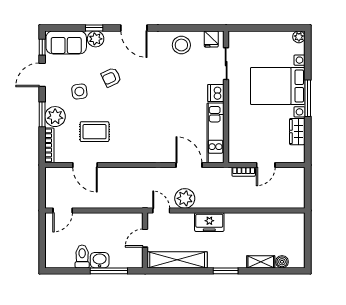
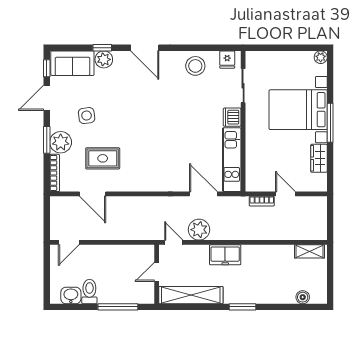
armchair: (111, 77) -> (120, 100), removed
door: (266, 165) -> (285, 194), swing flipped
washbasin: (100, 260) -> (71, 295), moved
shelving: (261, 262) -> (310, 251), moved

